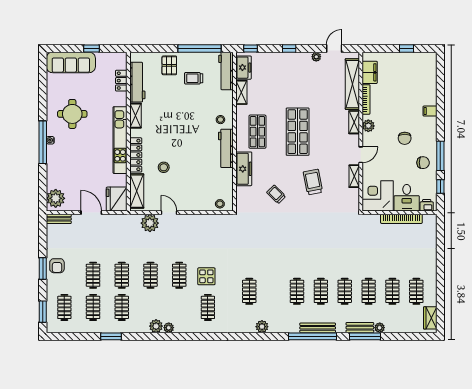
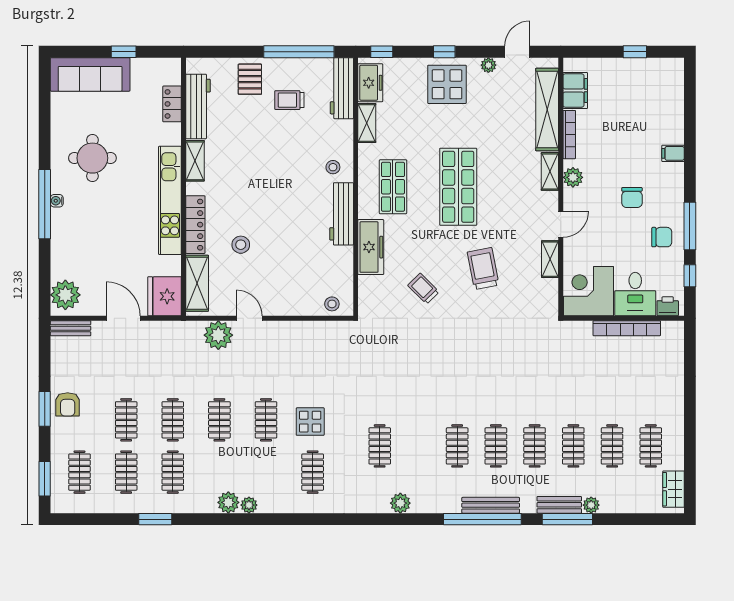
display table: (291, 69) -> (447, 84), added

